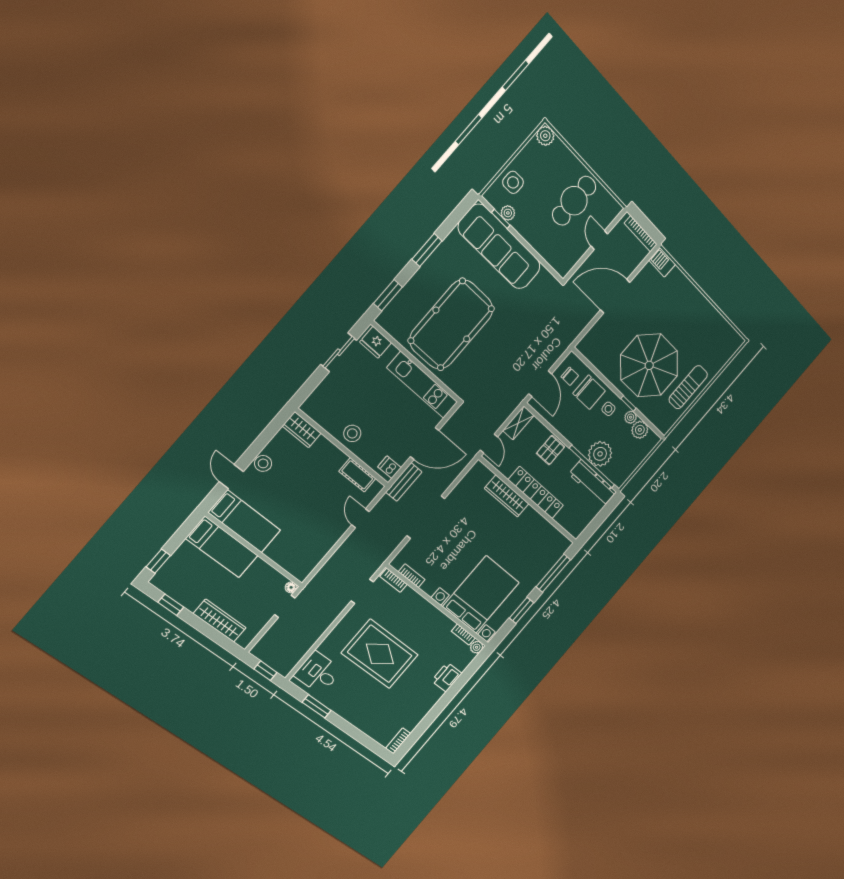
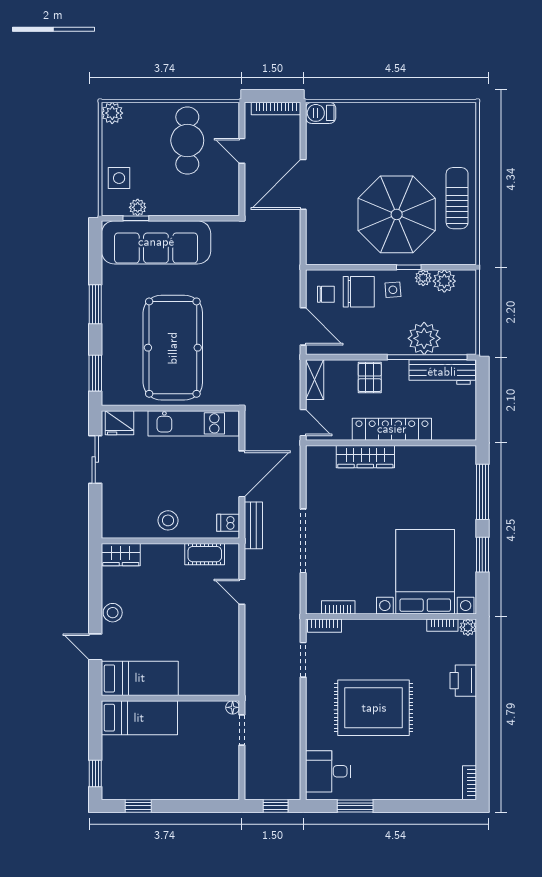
wardrobe: (220, 621) -> (194, 789), removed

